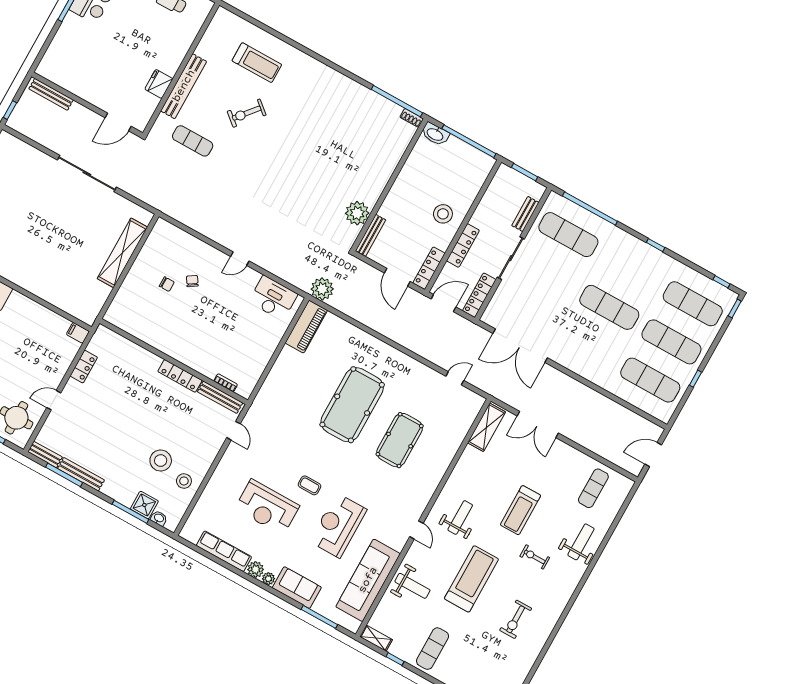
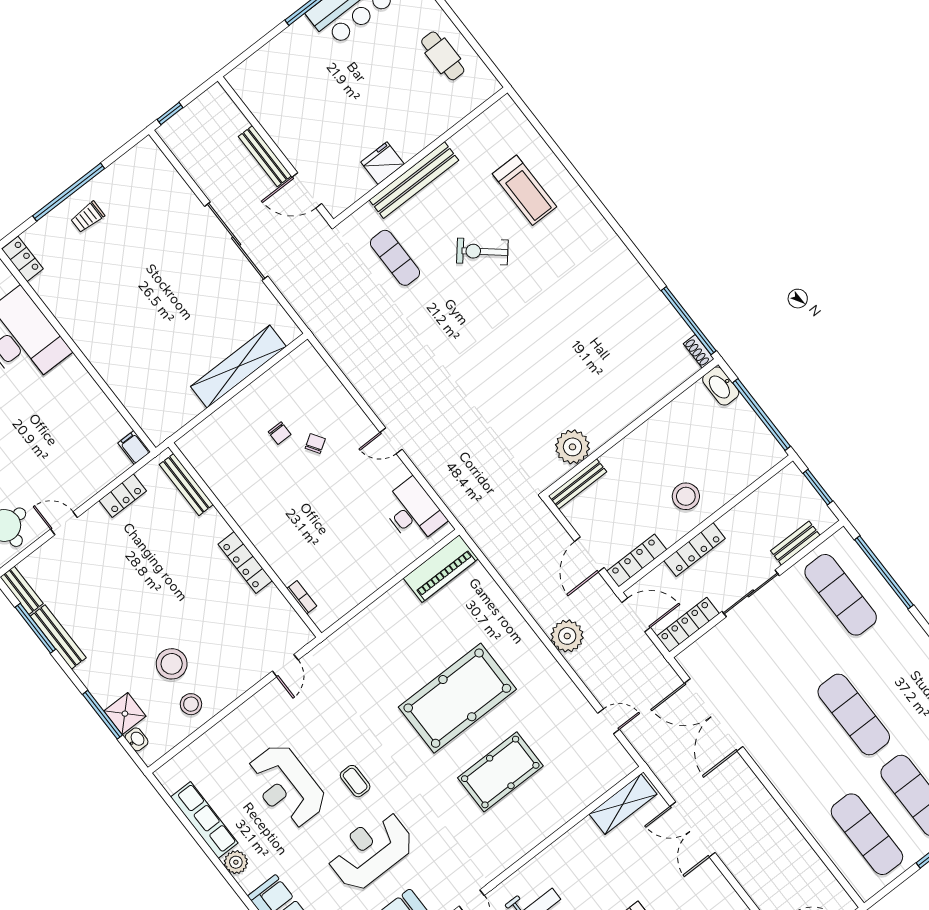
bench: (51, 94) -> (265, 156), moved
plant: (322, 289) -> (567, 636), moved
bench: (220, 397) -> (186, 485), moved
plant: (268, 579) -> (248, 882), removed

